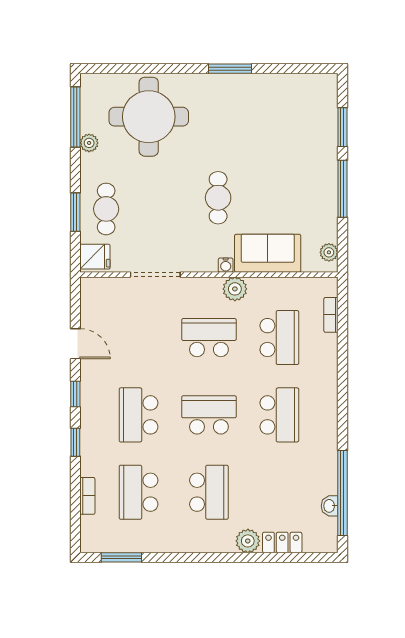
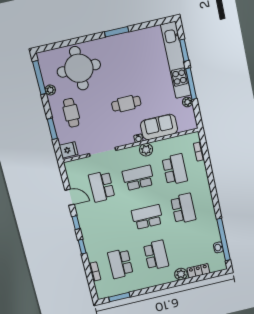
kitchen unit: (324, 141) -> (176, 60), added
cafe table: (218, 198) -> (126, 104), turned 90
cafe table: (106, 209) -> (71, 113), moved
plant: (329, 252) -> (187, 102), moved
school desk: (139, 415) -> (102, 186), moved

